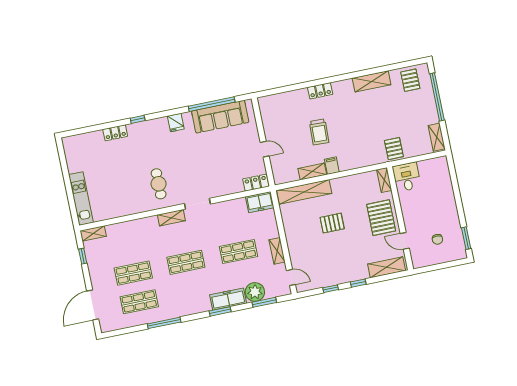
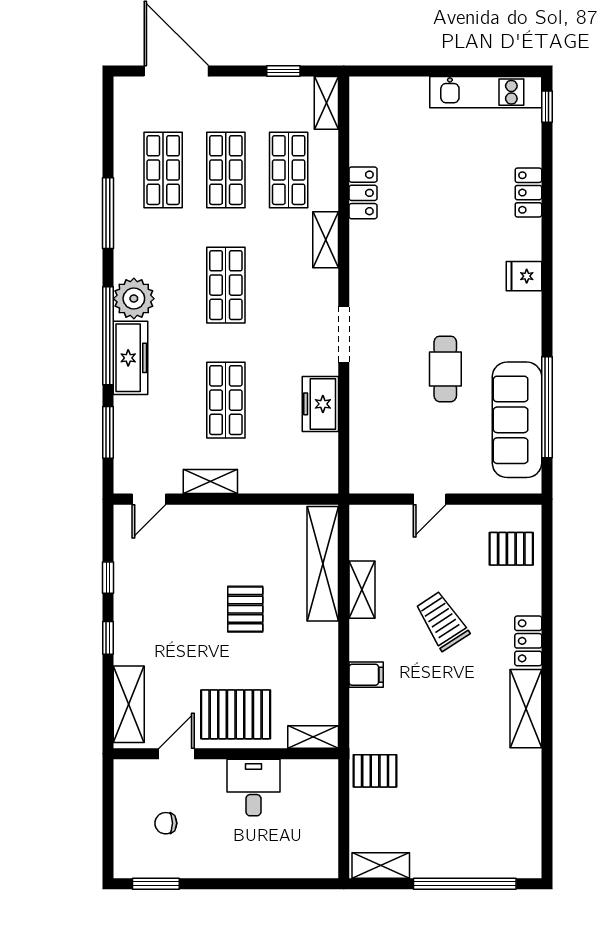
pallet: (410, 80) -> (511, 549), moved
shelving: (372, 81) -> (526, 709), moved
window: (138, 119) -> (547, 107), moved
fridge: (176, 122) -> (524, 276), moved
trolley: (319, 132) -> (442, 621), turned 55
filing cabinet: (332, 166) -> (366, 675), moved
desk: (407, 177) -> (253, 788), moved, turned -90
locker: (256, 183) -> (363, 193), moved
cafe table: (159, 184) -> (445, 369), moved, turned 90
kitchen unit: (81, 199) -> (486, 92), moved
freezer: (260, 202) -> (320, 404), moved
shelving: (171, 218) -> (326, 240), moved
shop shelf: (127, 244) -> (289, 170), added
plant: (255, 292) -> (134, 299), moved
window: (220, 311) -> (108, 336), width x2.11

